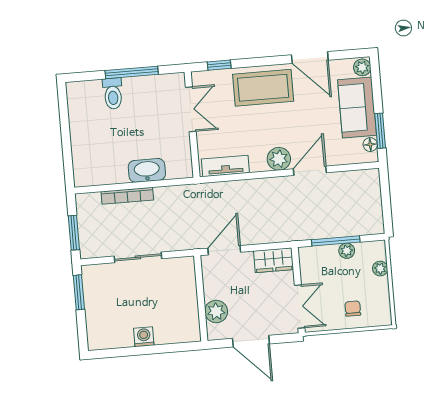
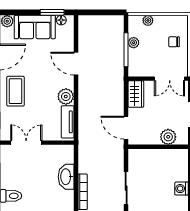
coffee table: (263, 88) -> (16, 91), width x0.73, depth x0.76
plant: (279, 159) -> (66, 96), moved
double door: (300, 306) -> (170, 79), swing flipped

